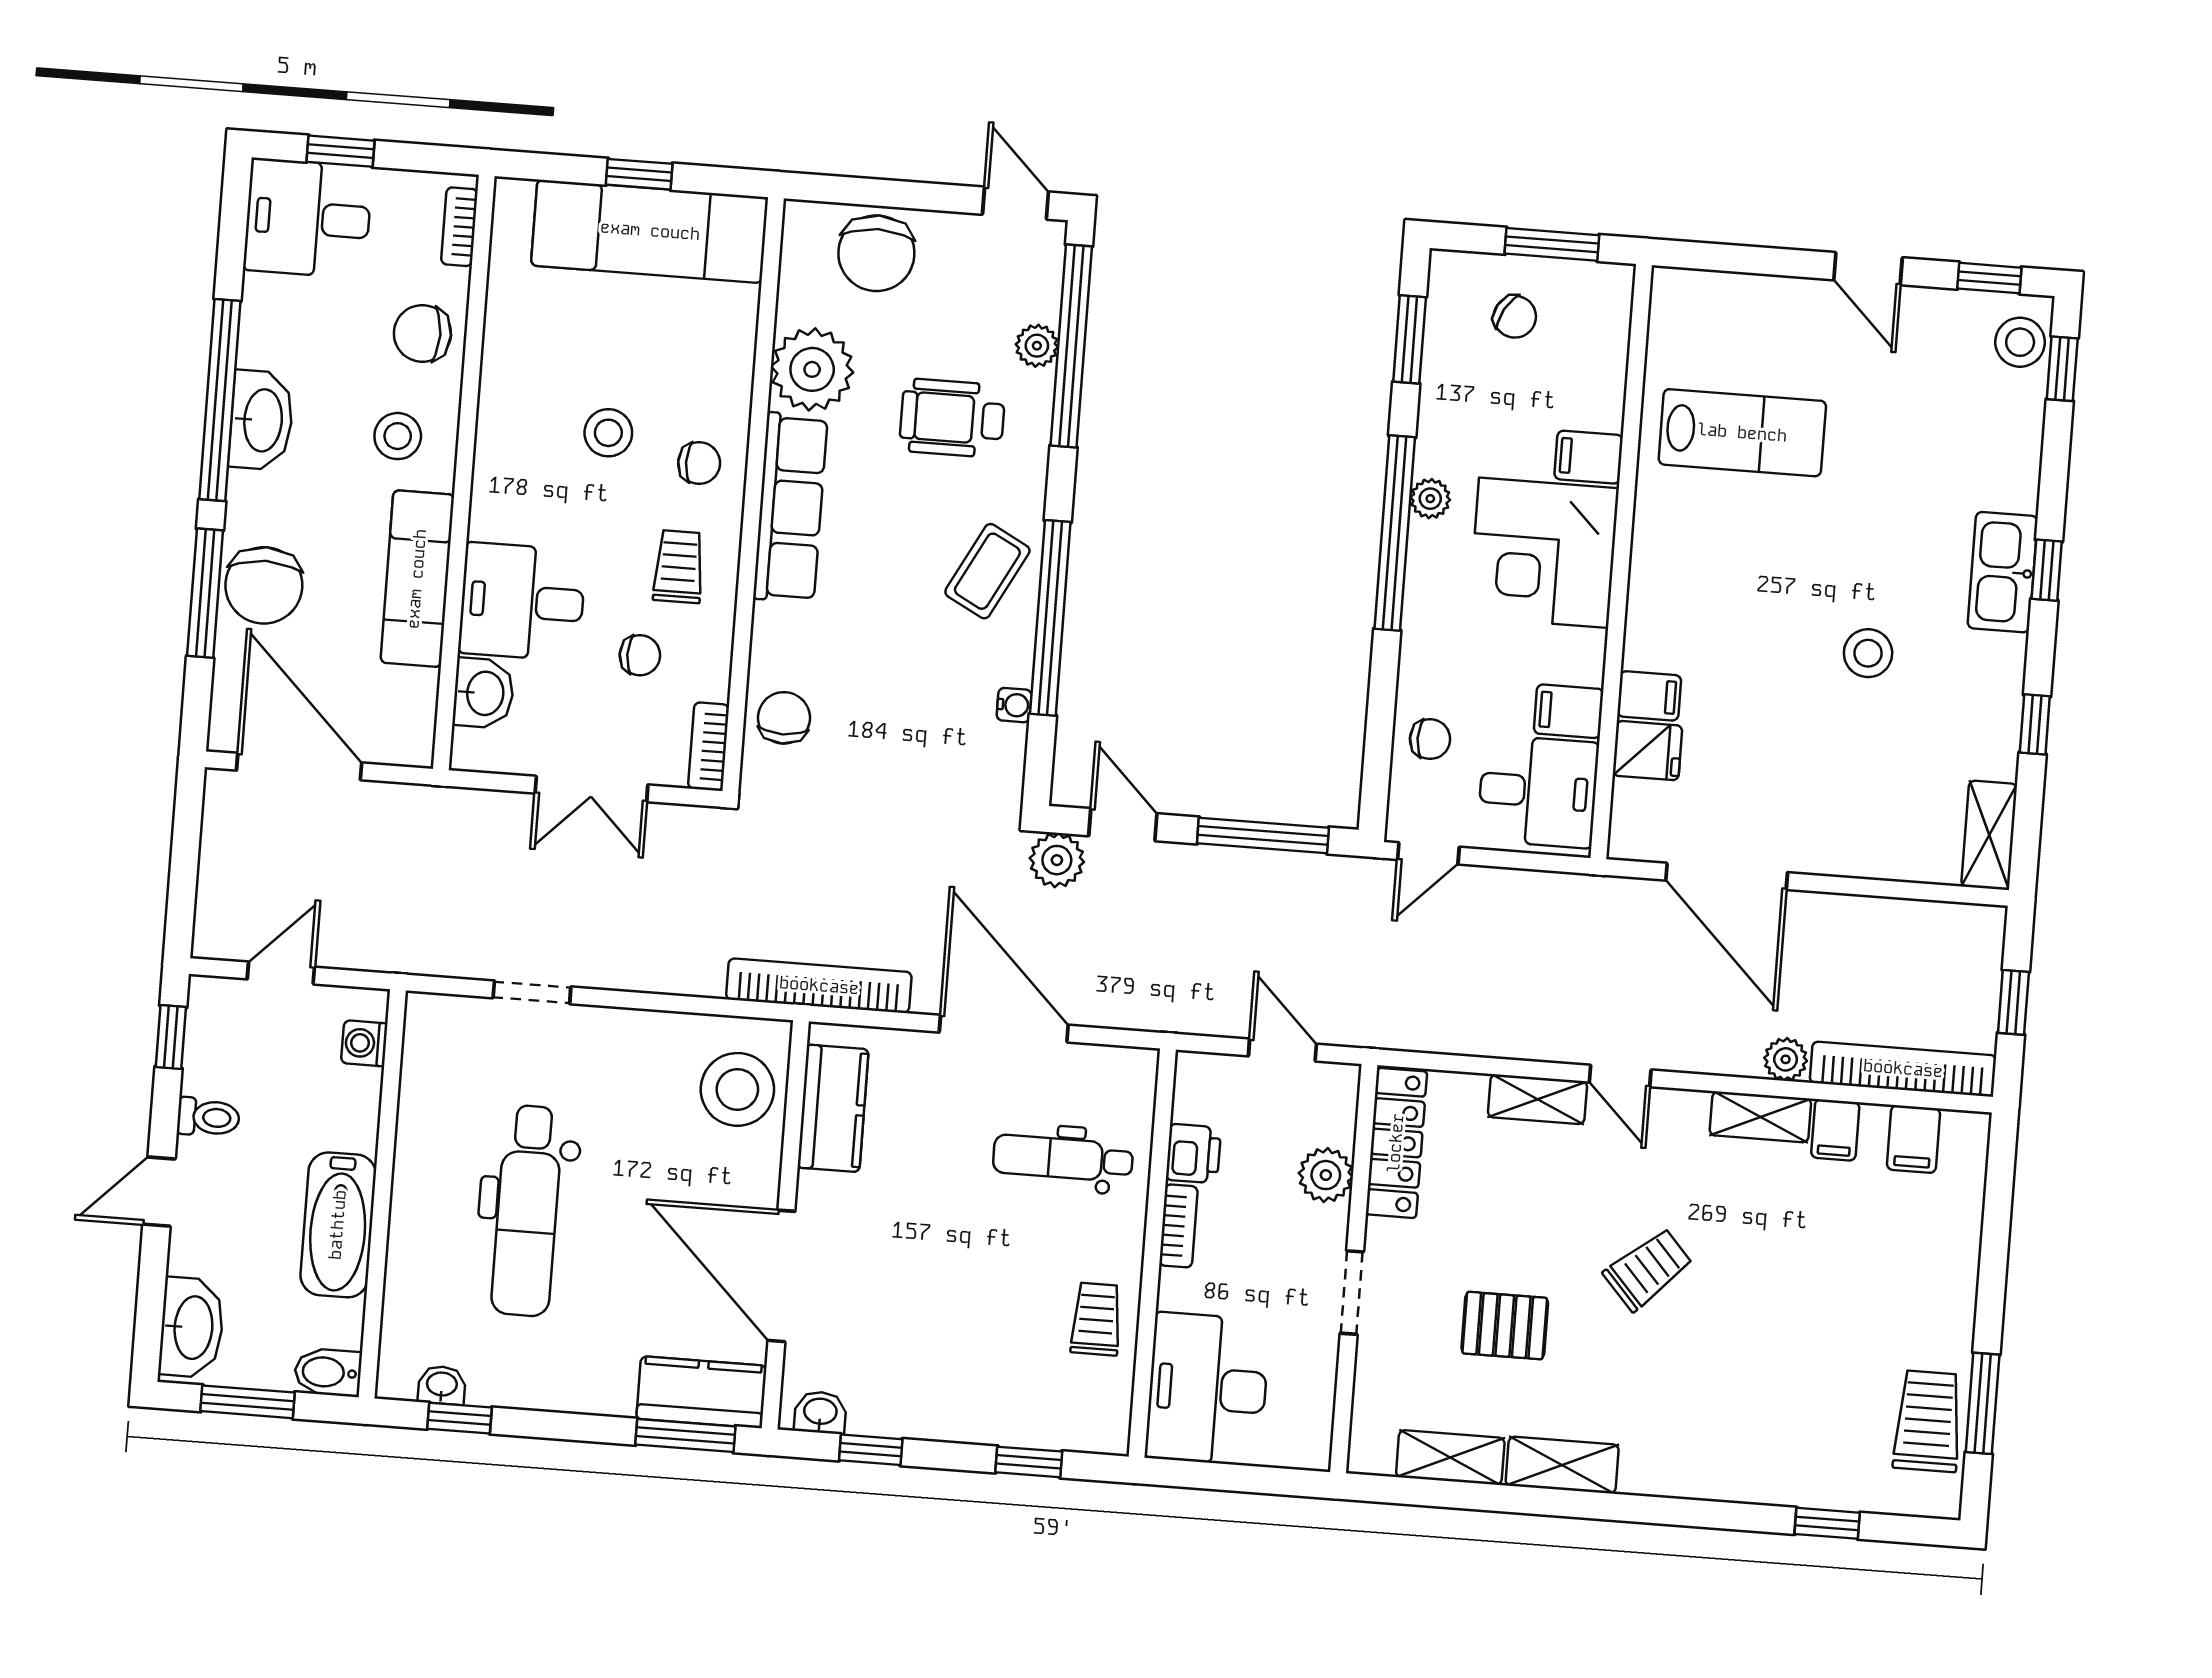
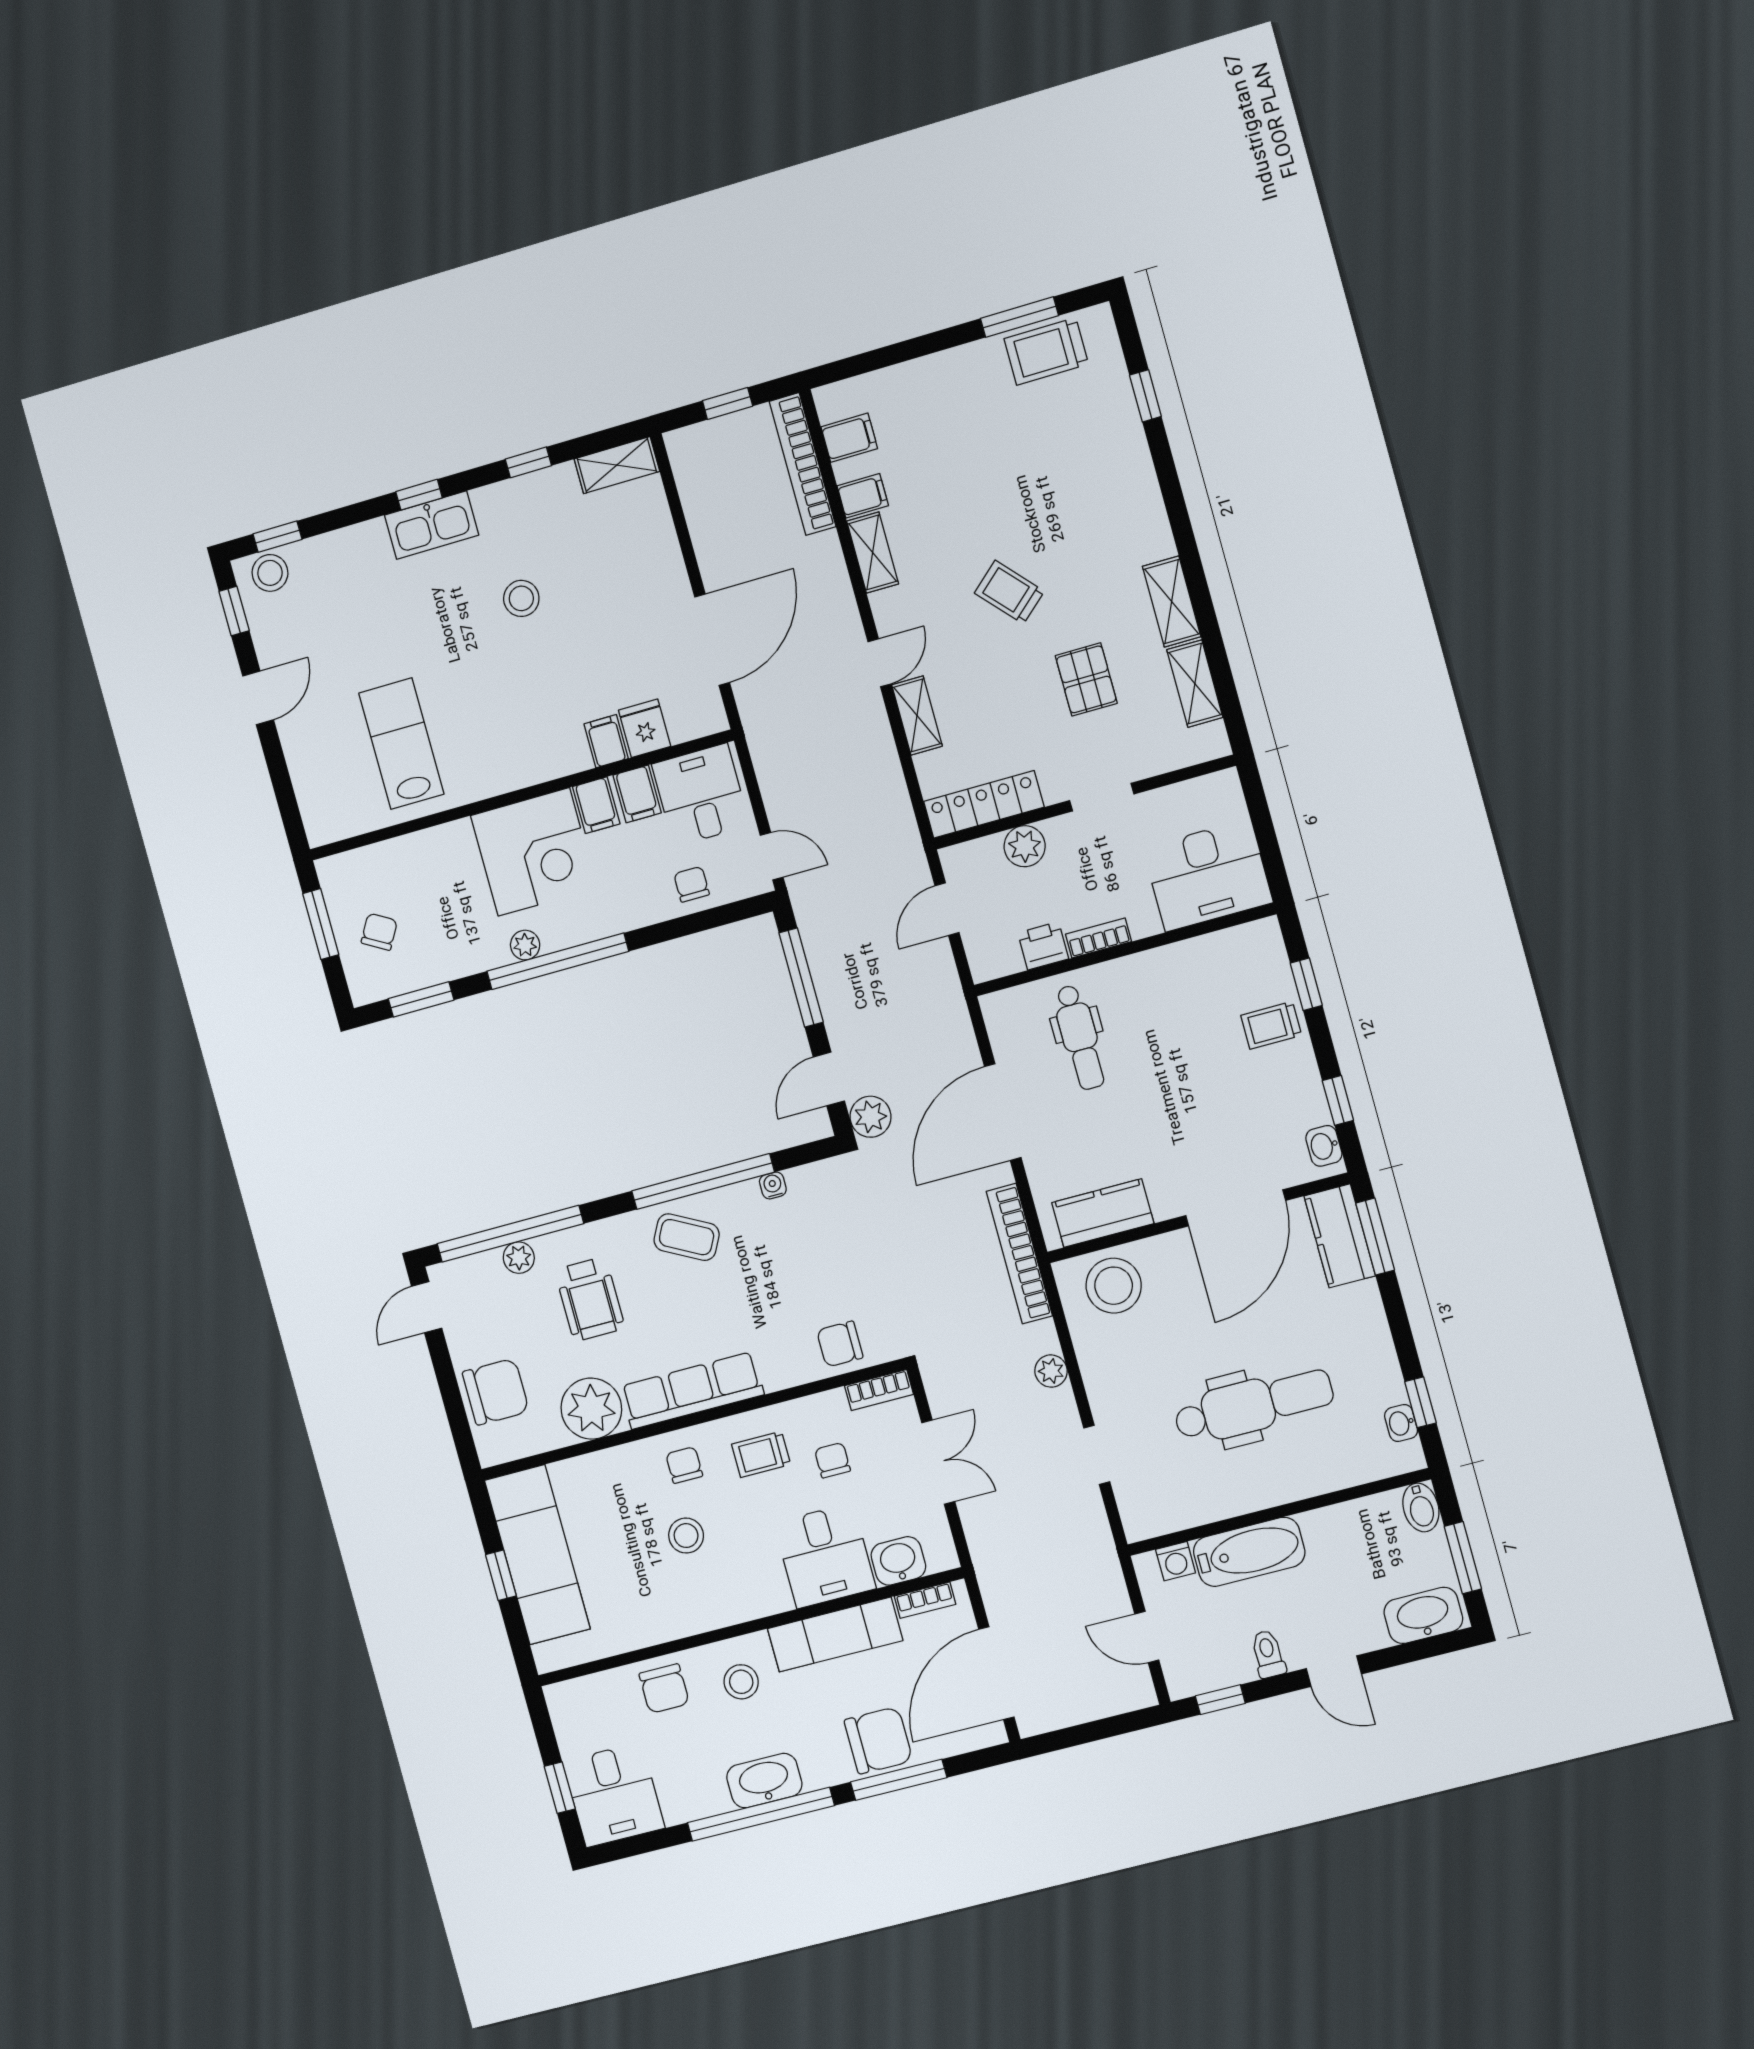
bookcase: (459, 227) -> (925, 1600), moved
filing cabinet: (1589, 457) -> (596, 805), moved
plant: (1786, 1059) -> (1051, 1371), moved
bathtub: (338, 1225) -> (1249, 1552), moved
trolley: (1096, 1319) -> (1271, 1025), moved

